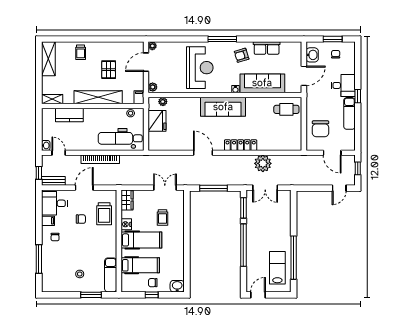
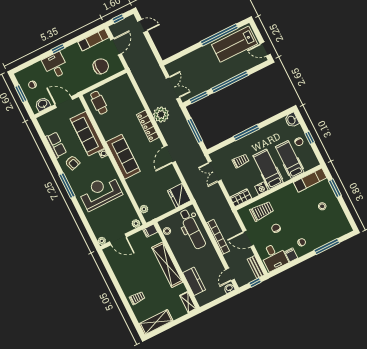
pallet: (109, 70) -> (140, 268), removed
exam couch: (349, 113) -> (94, 40), moved
fridge: (157, 121) -> (179, 196), moved, turned -90
plant: (263, 163) -> (161, 114), moved
window: (187, 237) -> (246, 133), added
lab bench: (277, 268) -> (235, 44), width x1.36, depth x1.39

